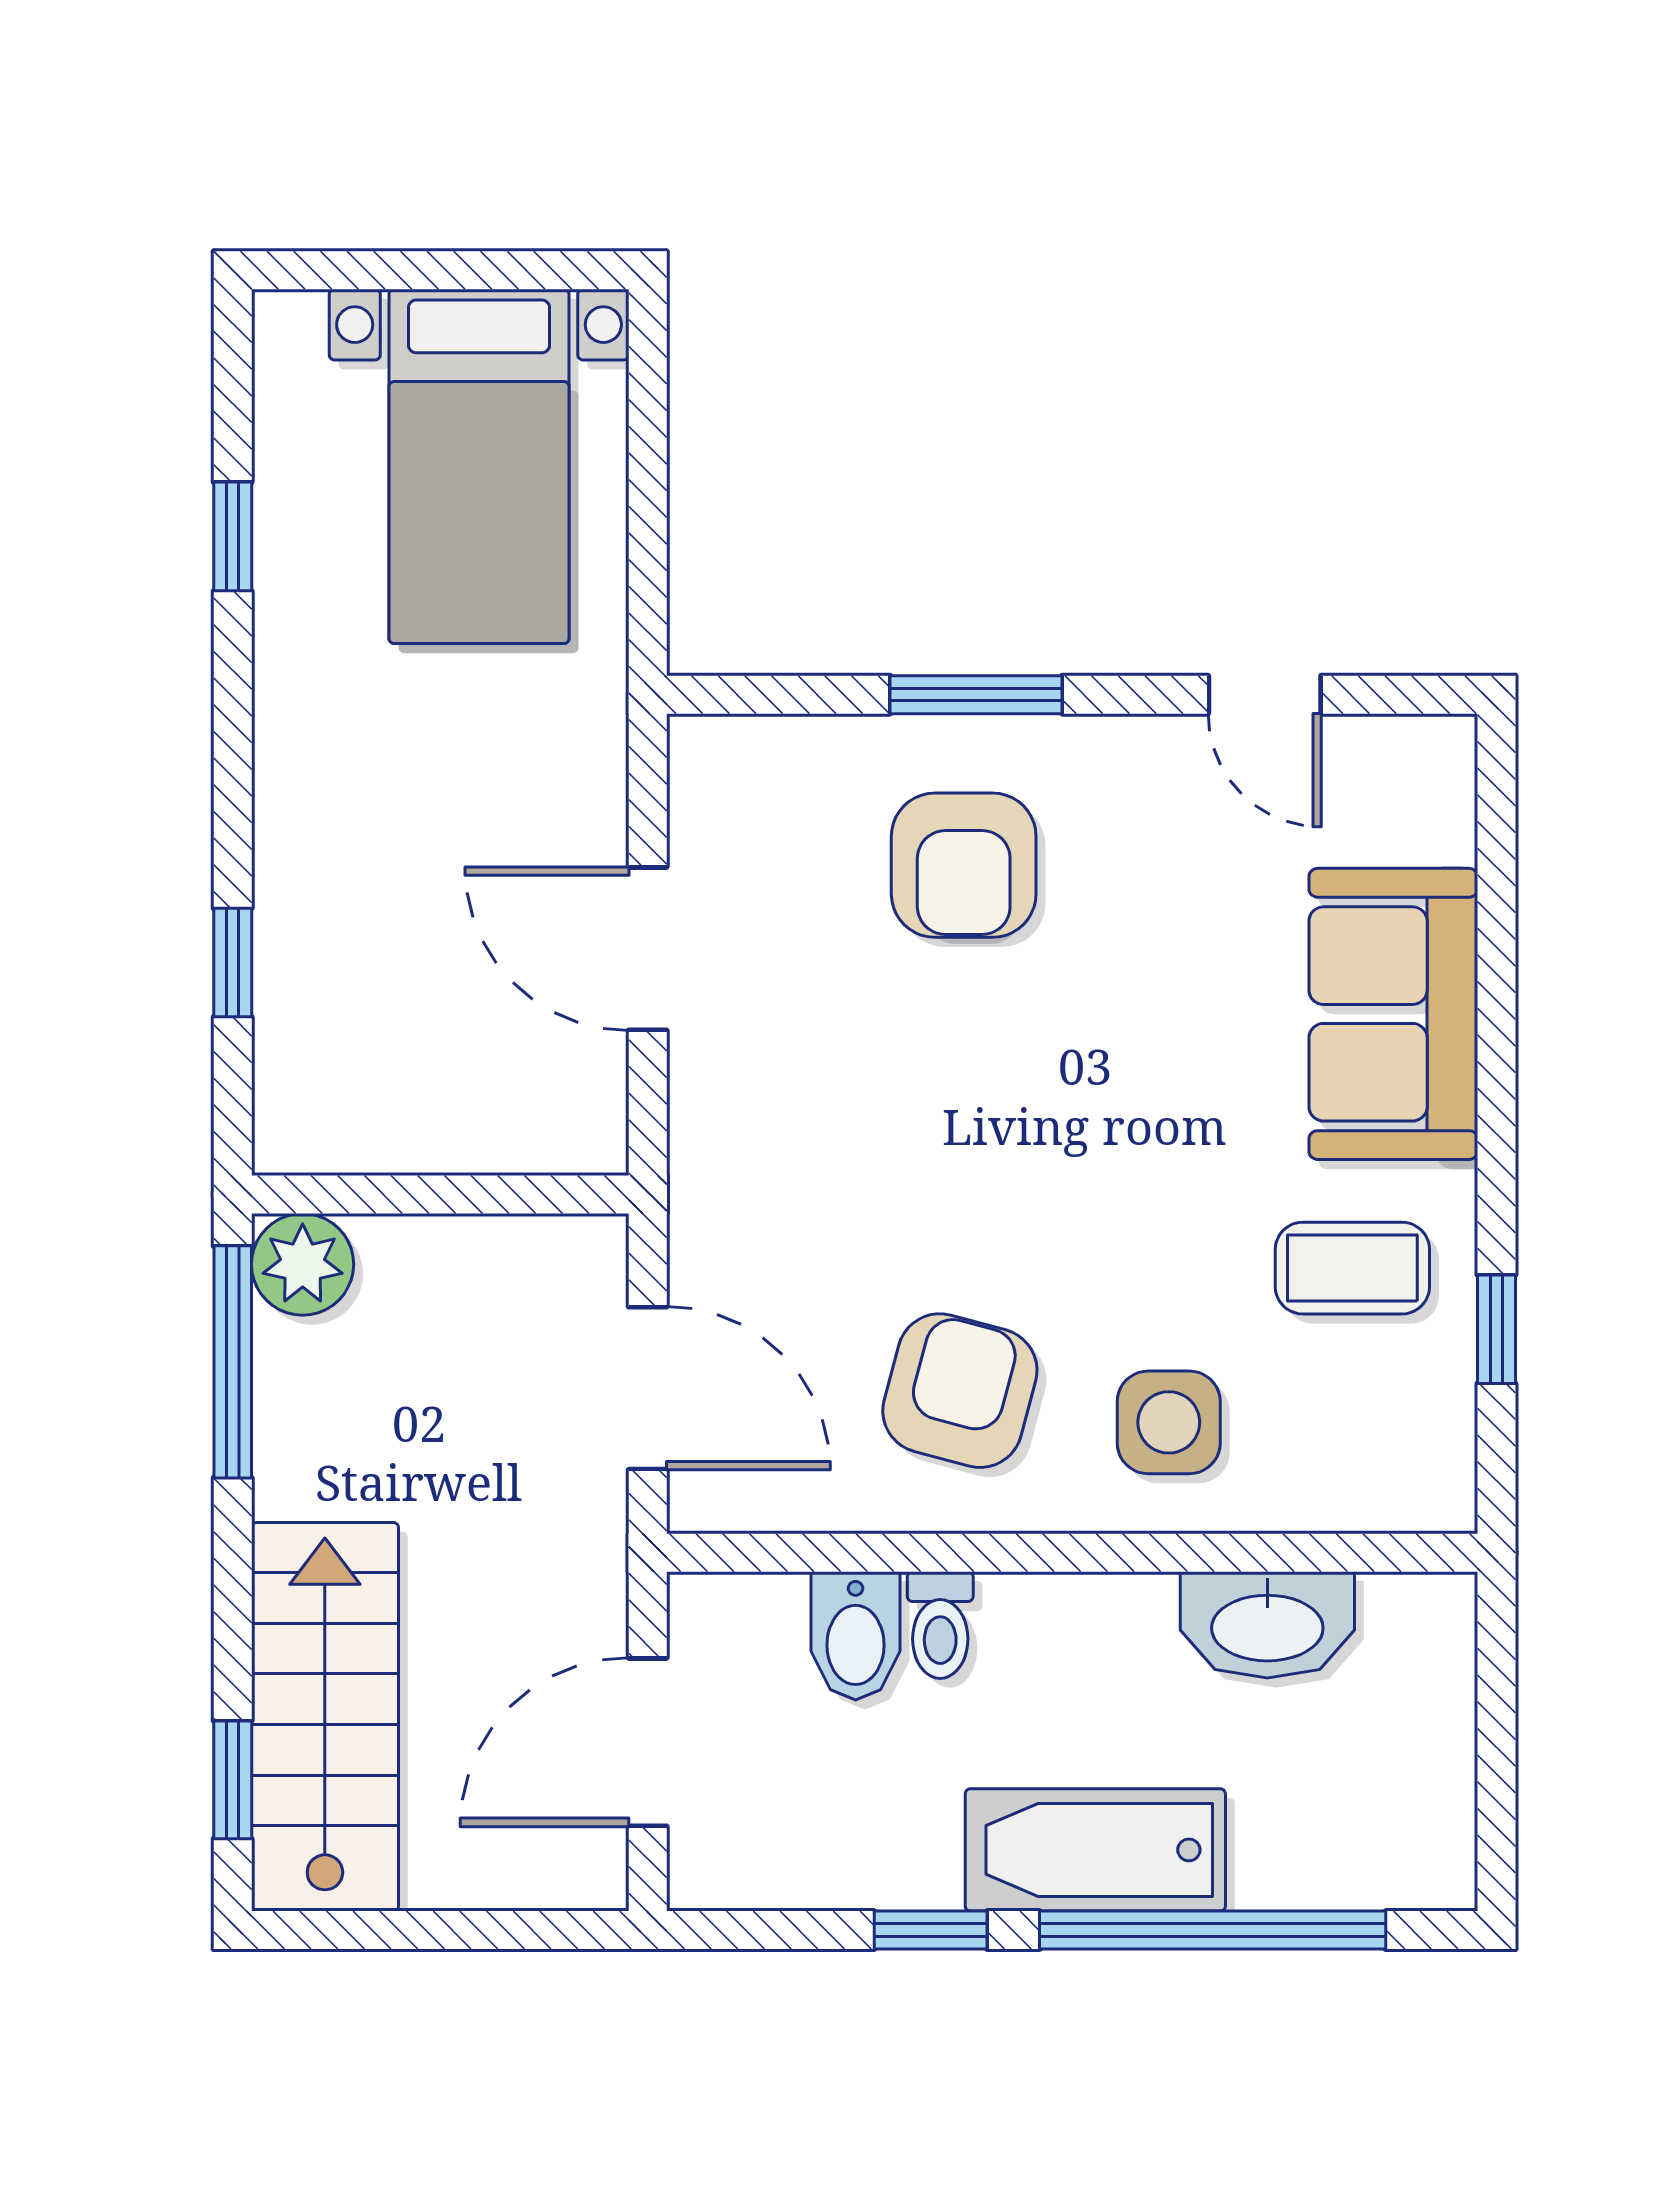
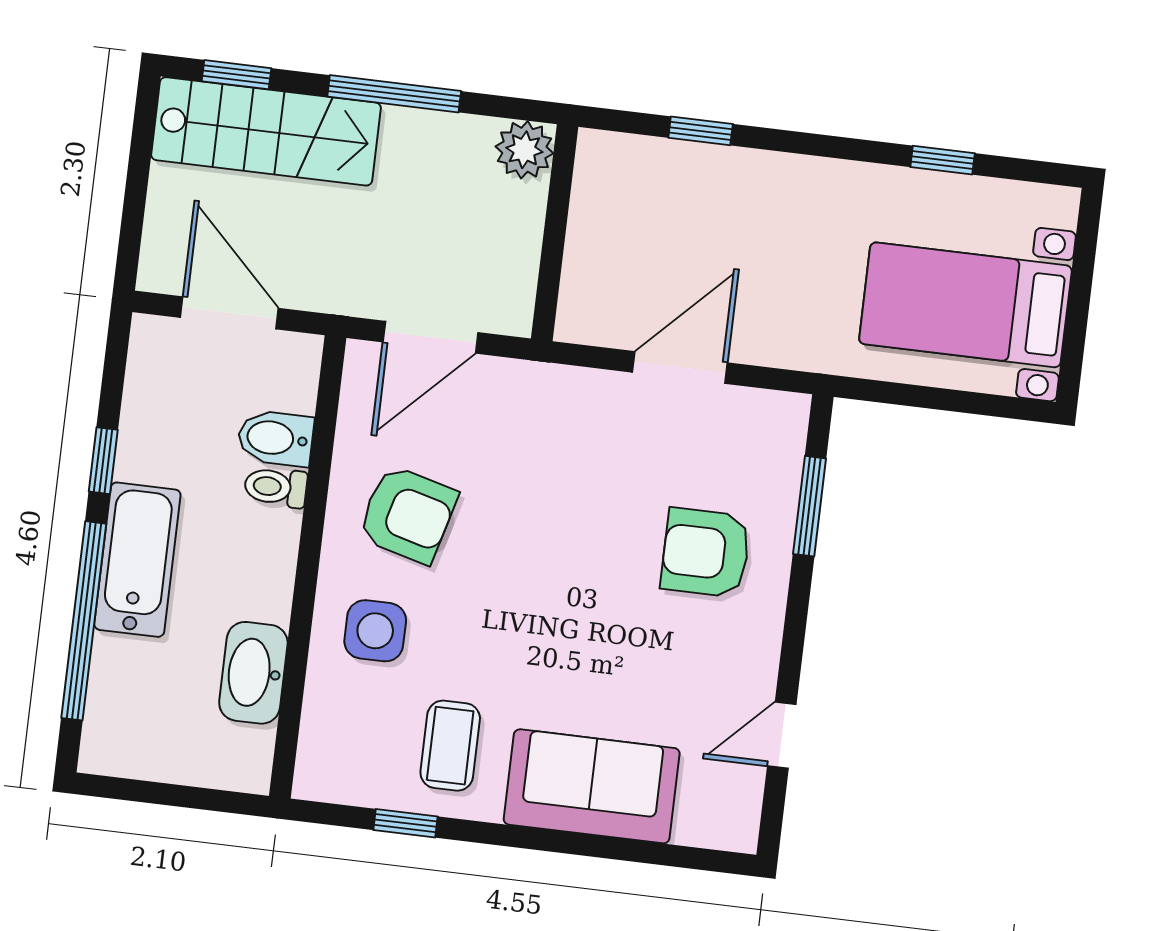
window: (976, 695) -> (810, 506), moved
window: (233, 1362) -> (394, 94), moved

